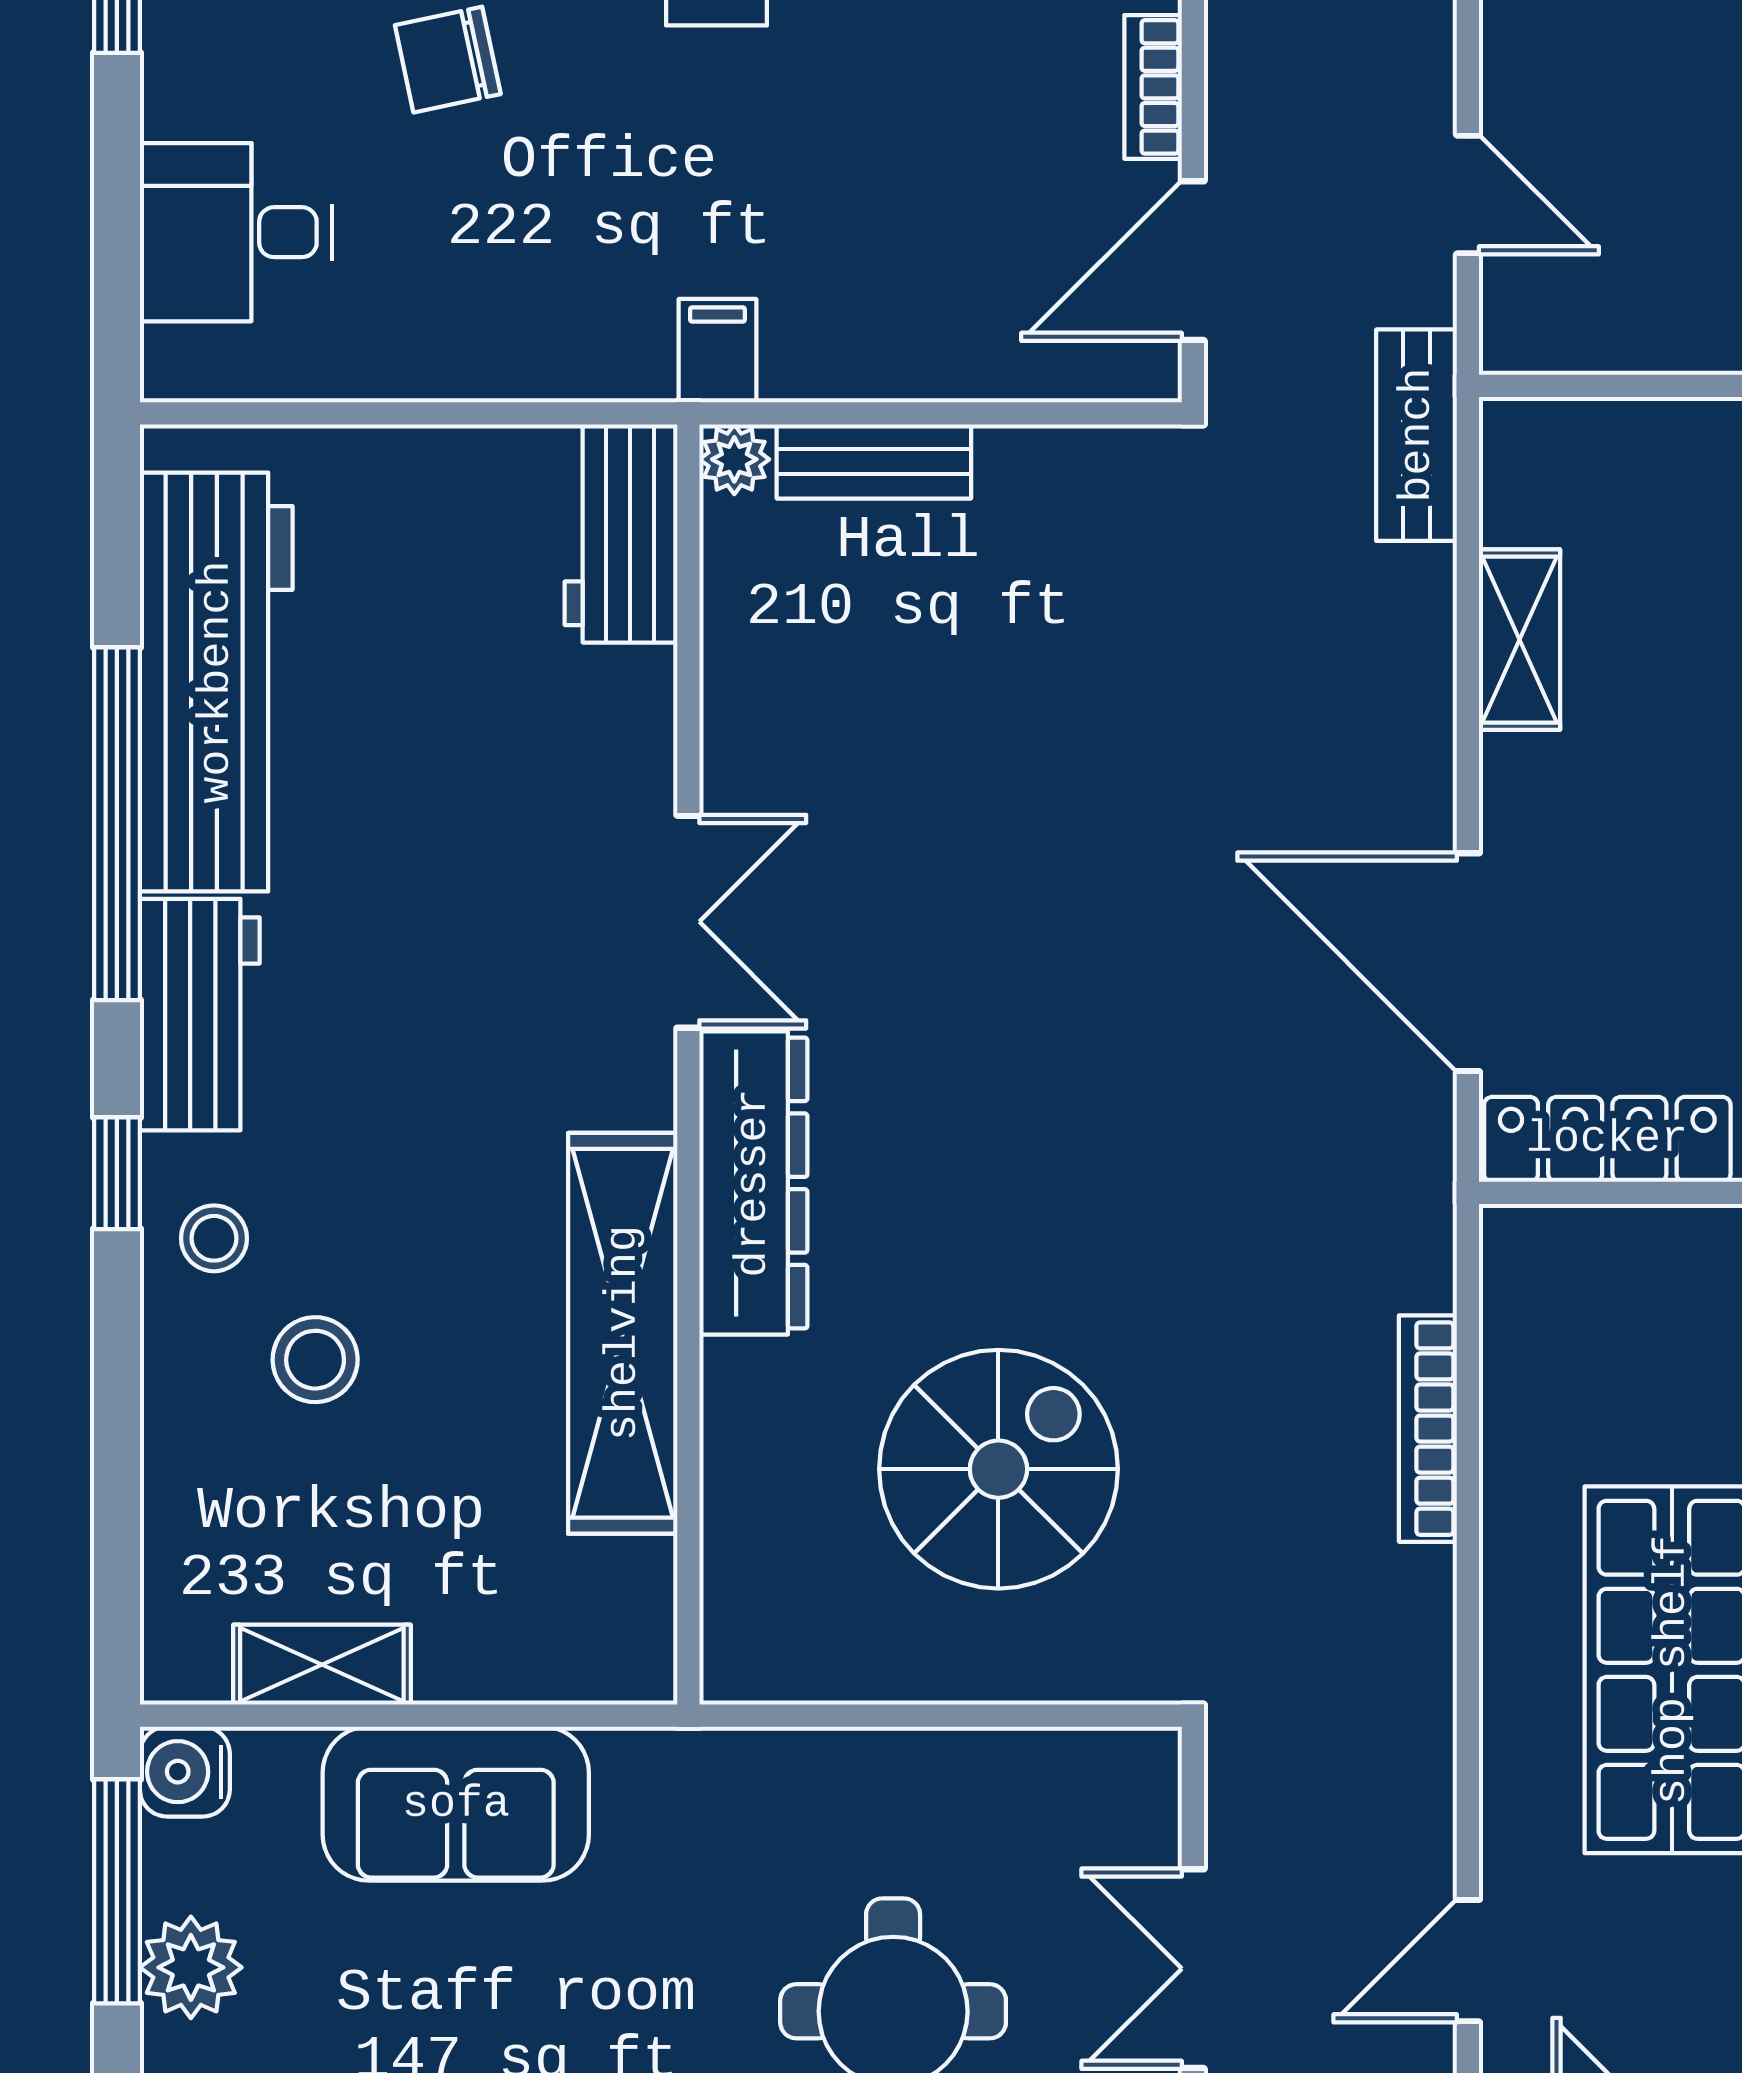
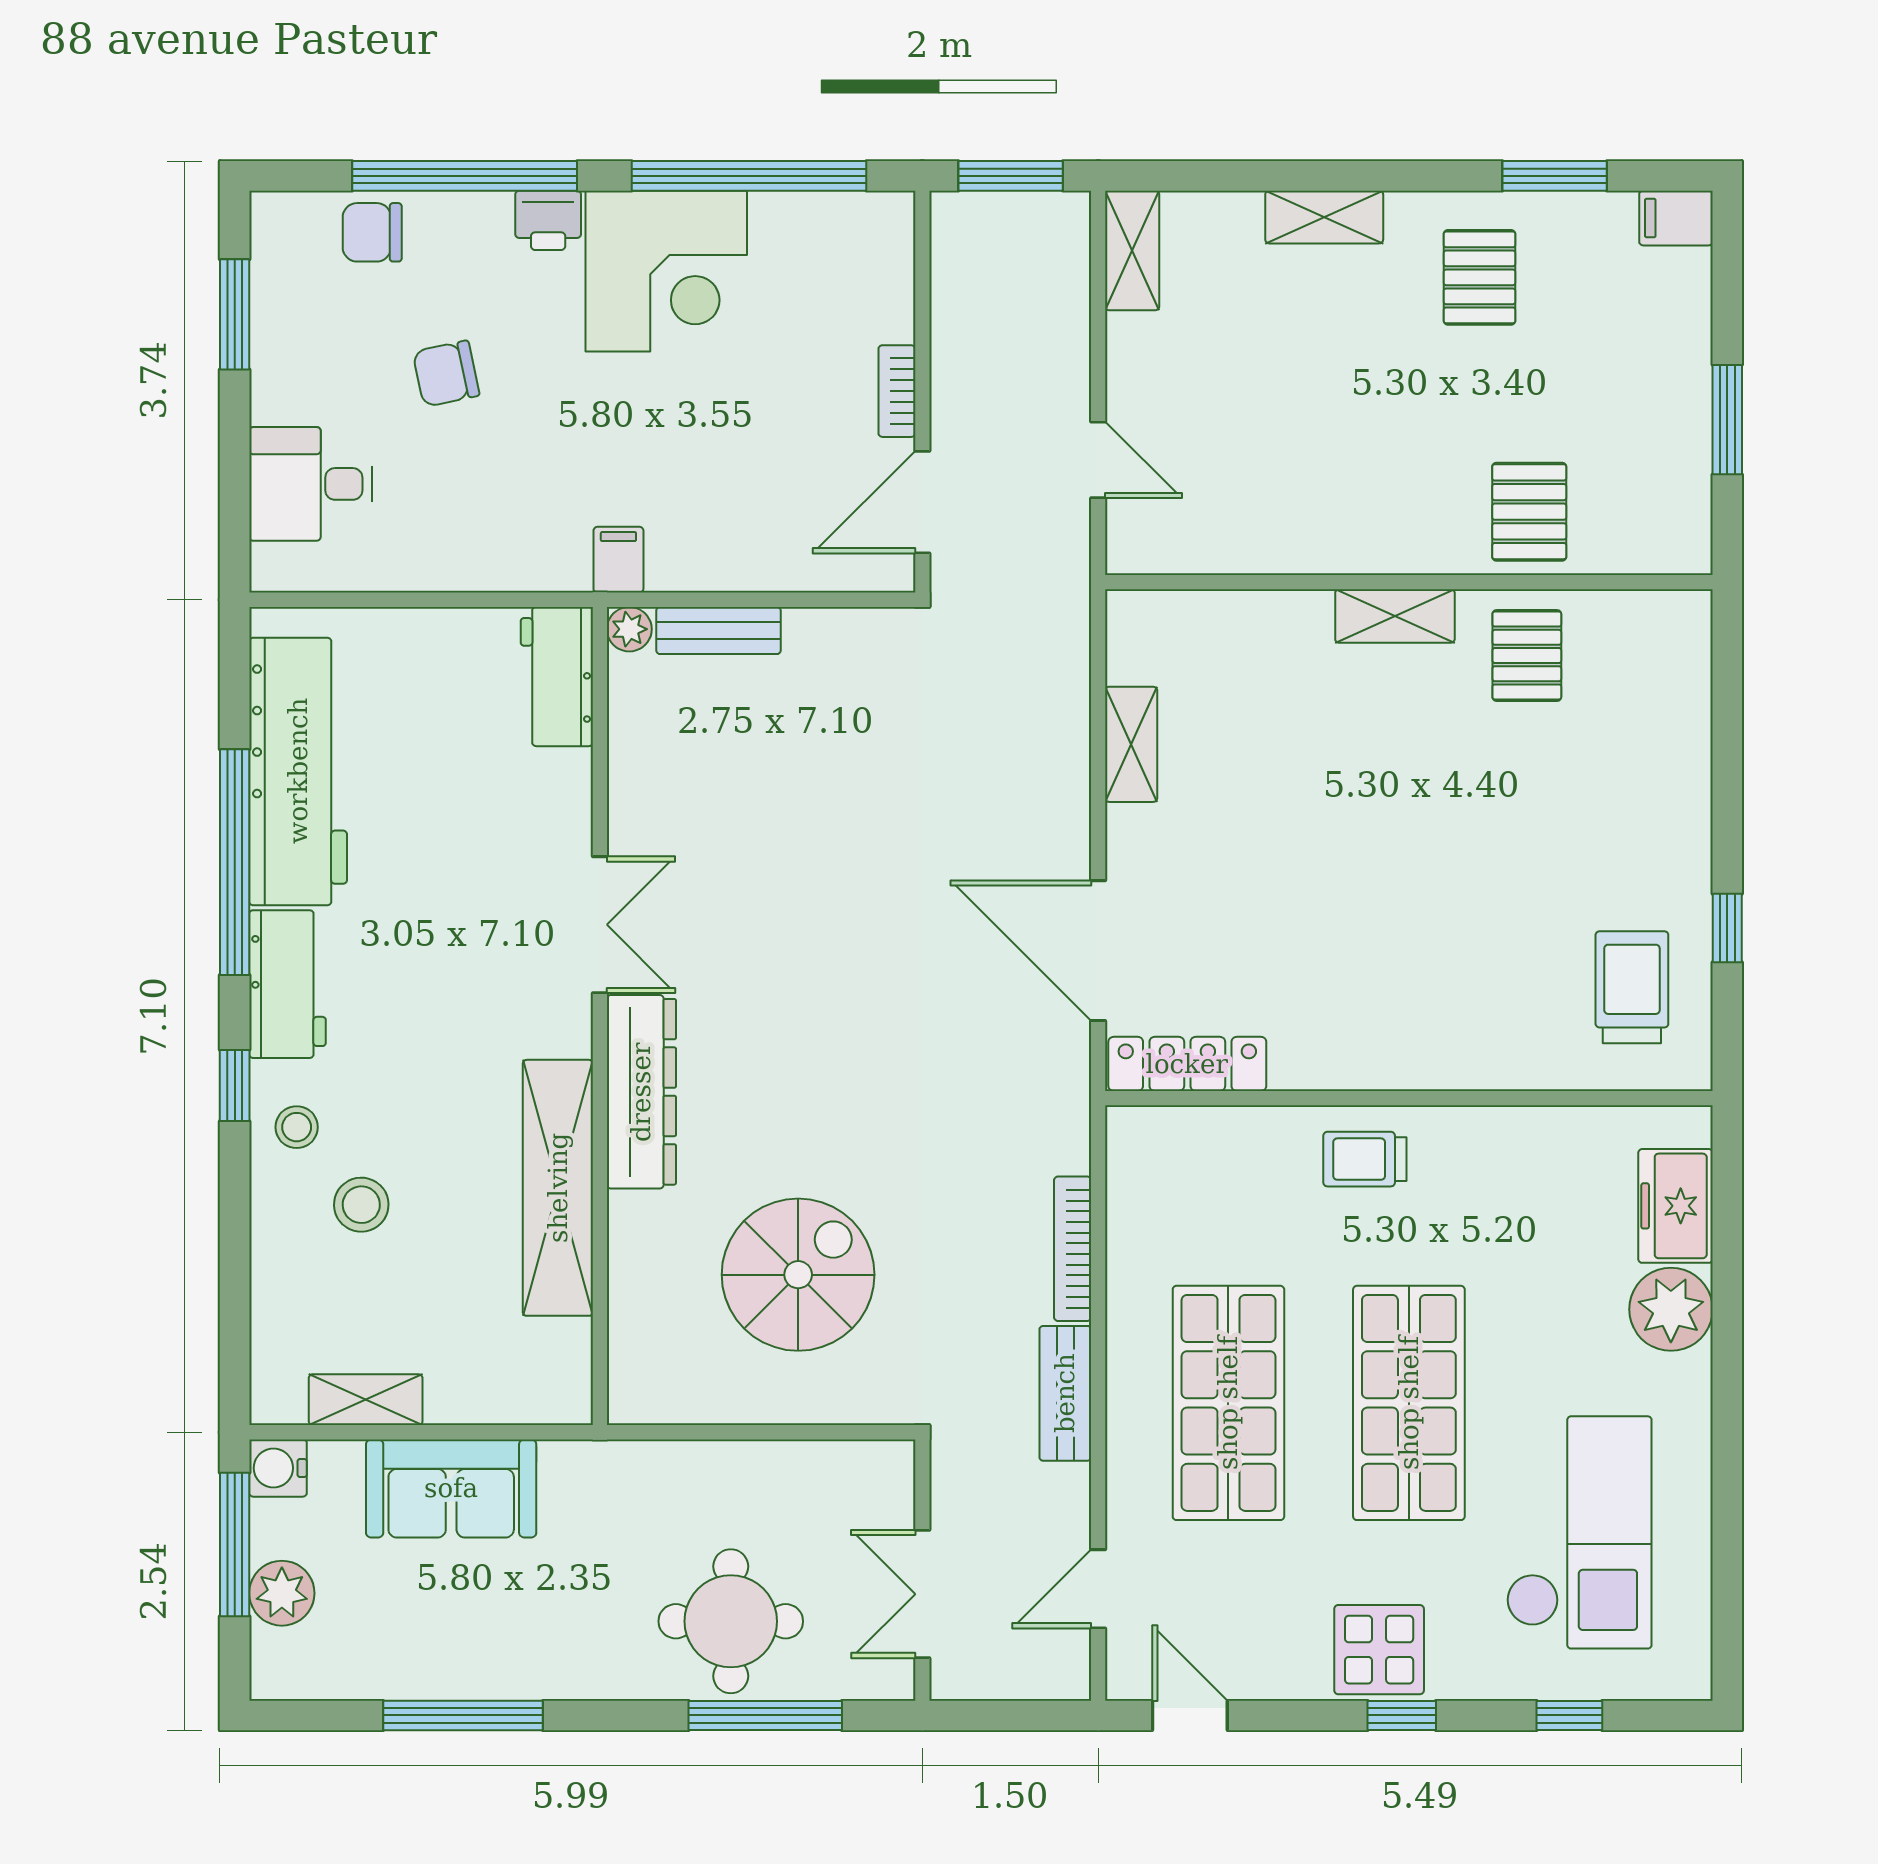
bench: (1417, 435) -> (1065, 1393), moved

